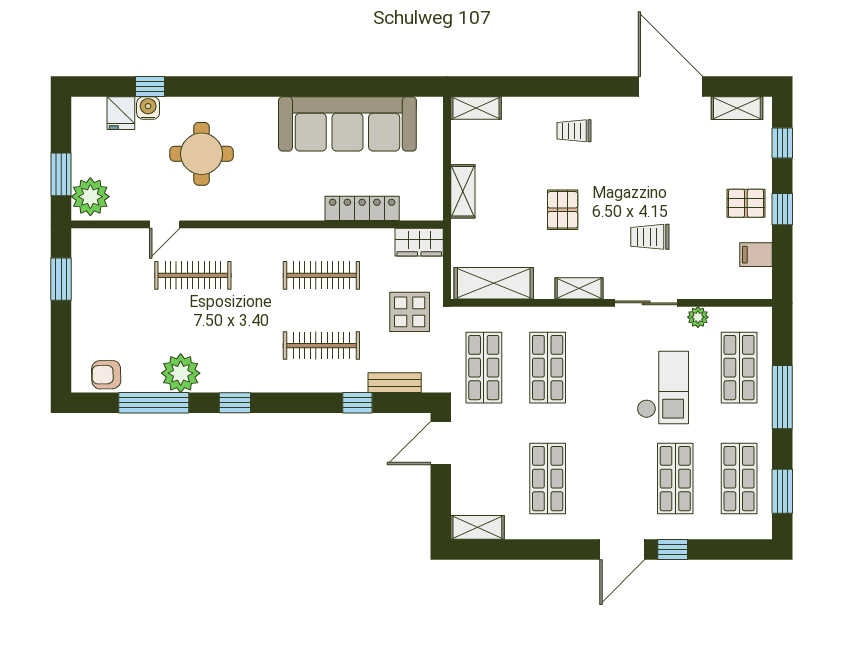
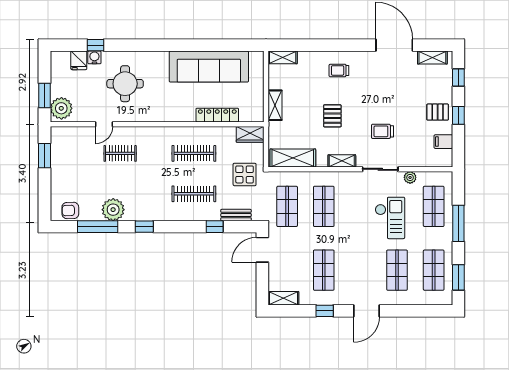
clothes rail: (193, 275) -> (120, 153), width x0.73
window: (673, 550) -> (325, 311), moved

